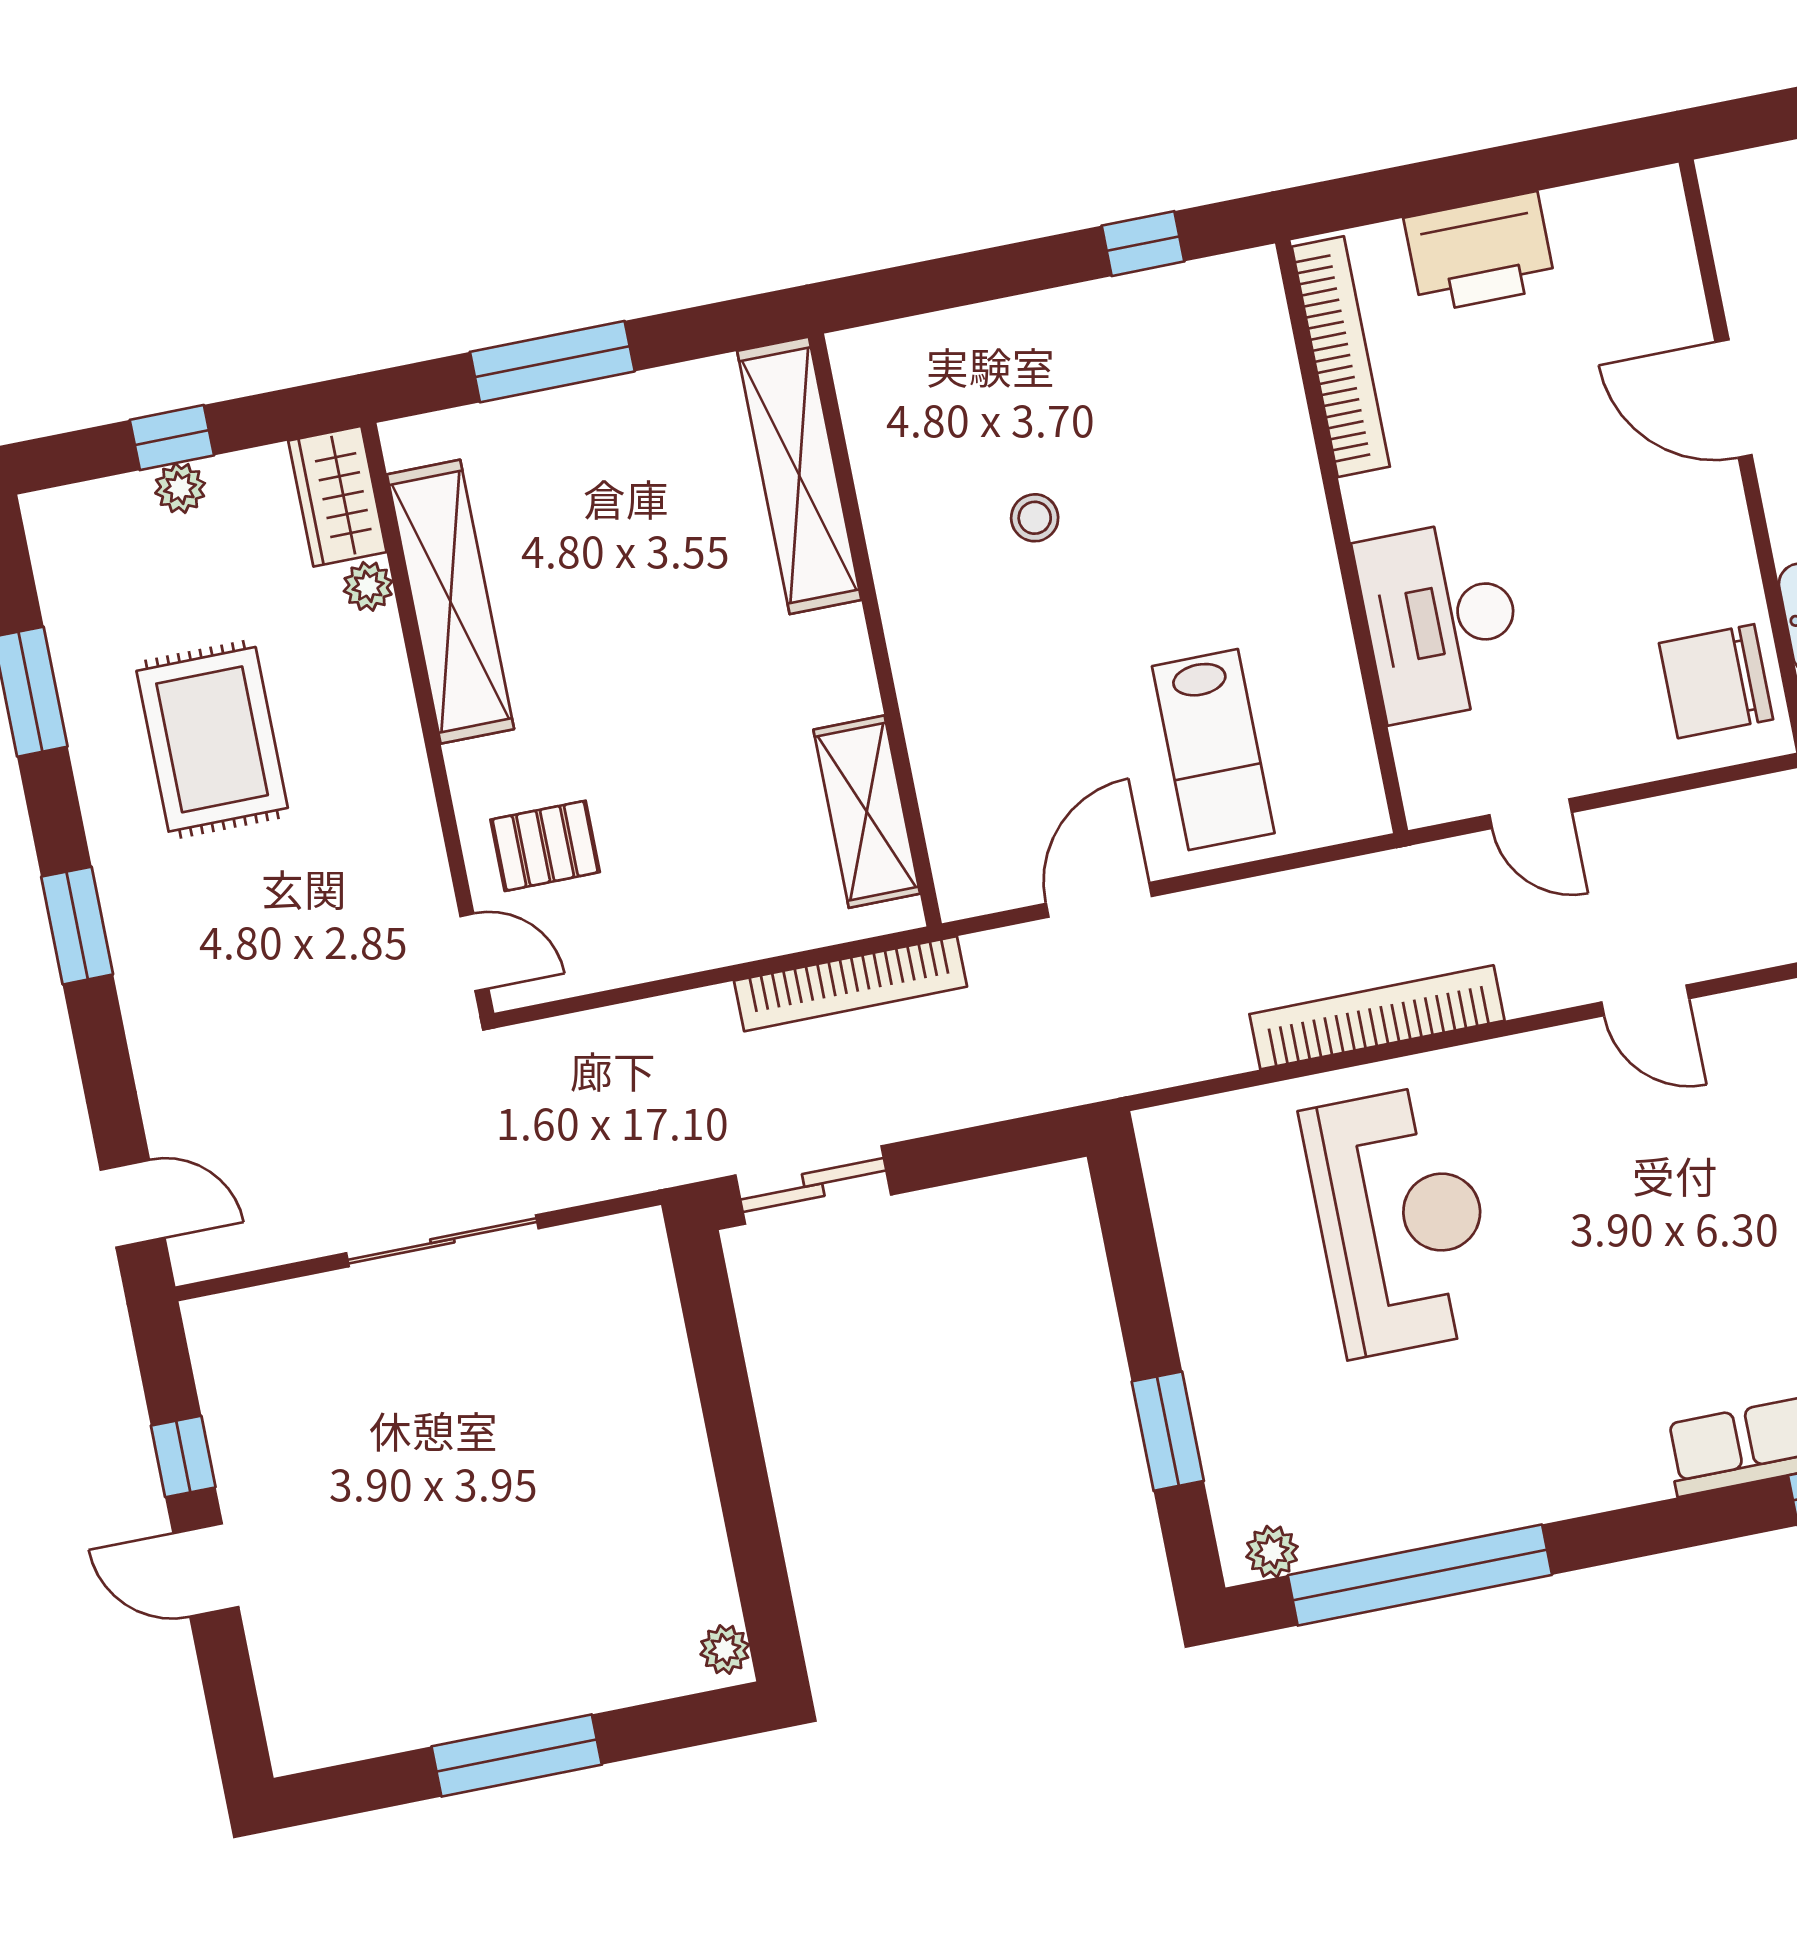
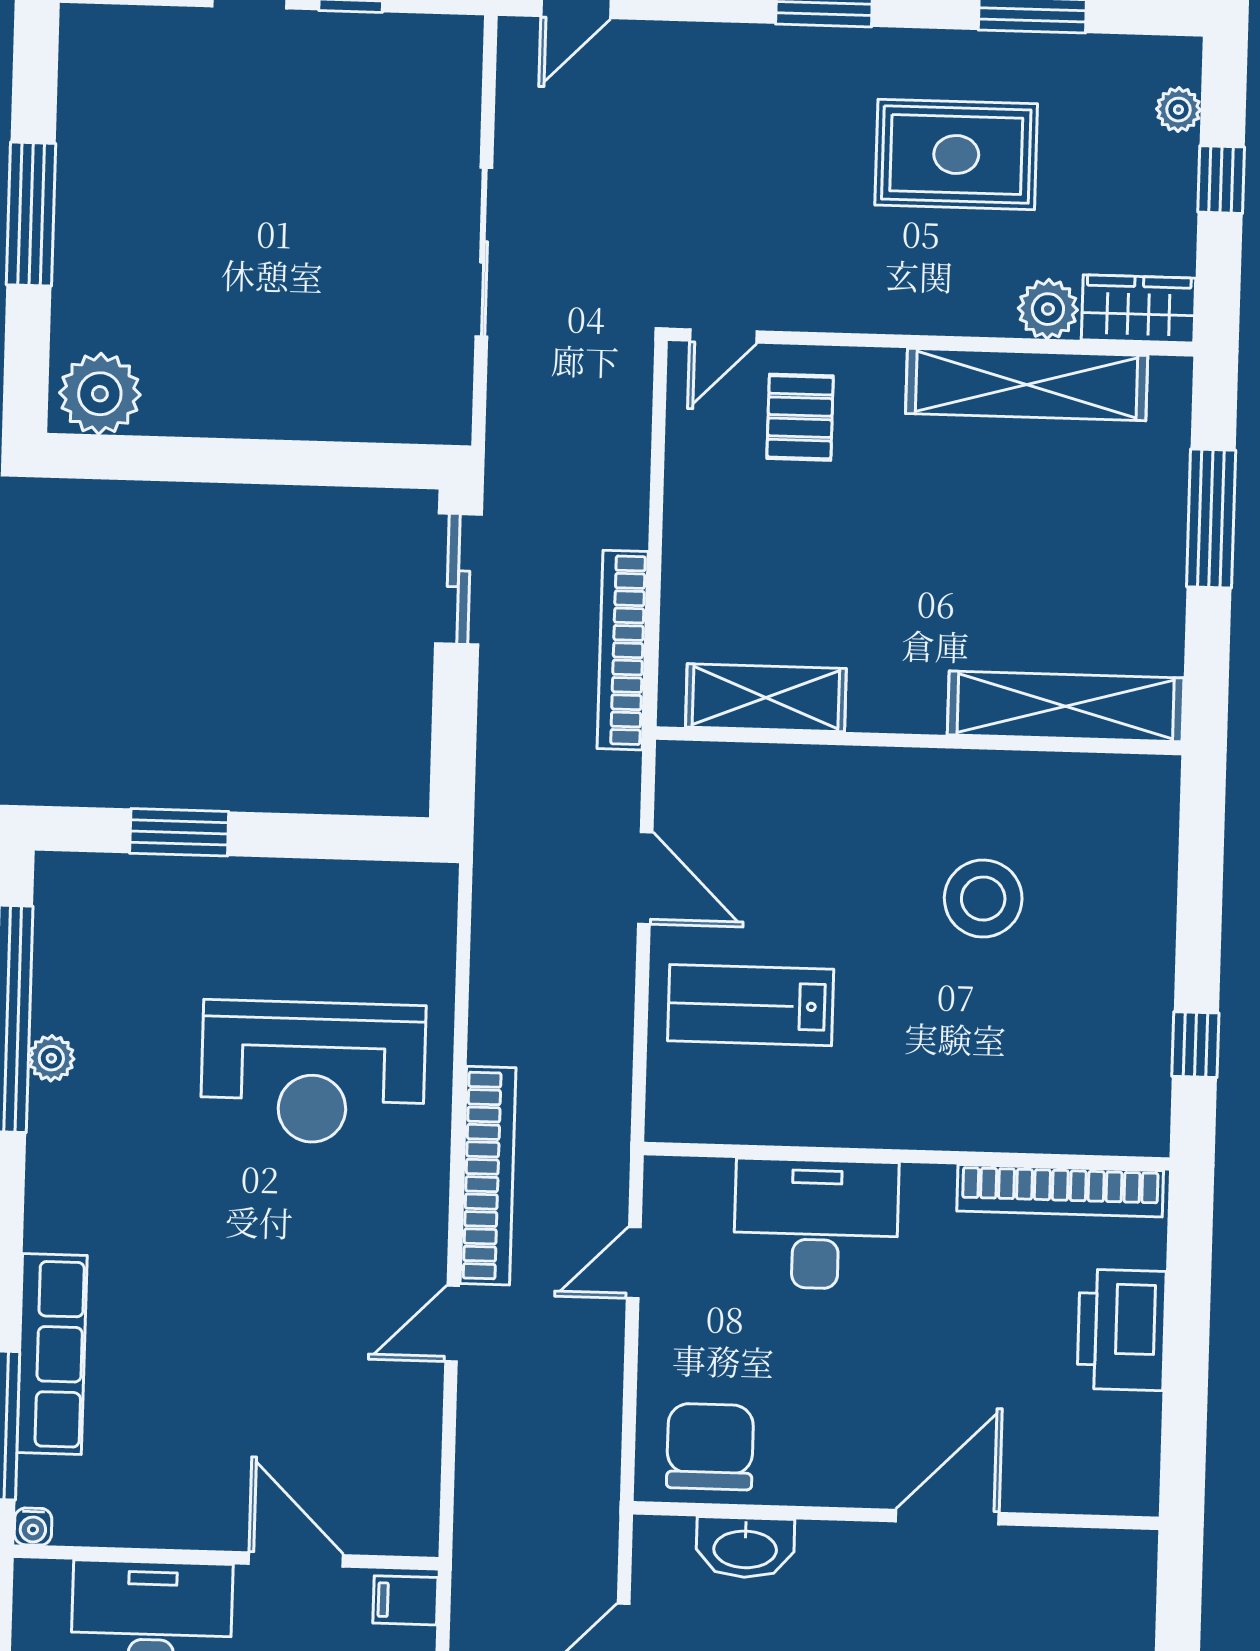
plant: (180, 488) -> (1178, 110), moved
stool: (1035, 518) -> (983, 899), width x1.89, depth x1.89
plant: (368, 586) -> (1048, 309), width x1.38, depth x1.38
bookcase: (1377, 1017) -> (488, 1176), moved
plant: (1272, 1552) -> (51, 1058), moved
plant: (725, 1649) -> (100, 394), width x1.88, depth x1.88

